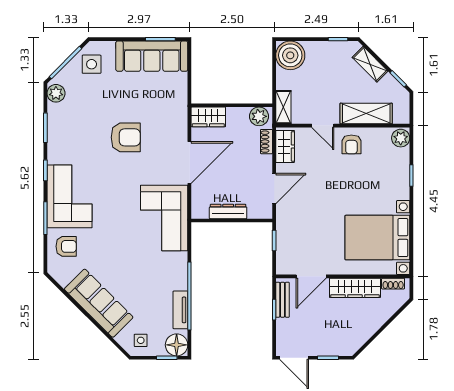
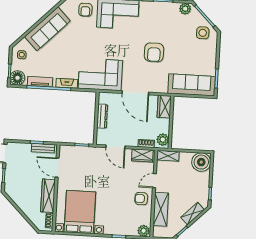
sofa: (152, 56) -> (192, 85), moved, turned 90
fireplace: (181, 269) -> (67, 83), added

